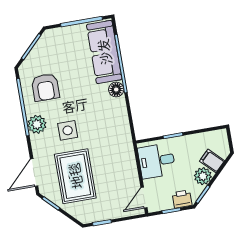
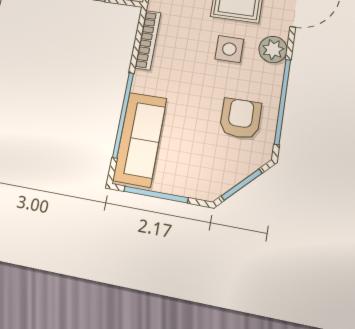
floor lamp: (116, 89) -> (143, 82), removed
bookcase: (123, 119) -> (148, 40), added
plant: (37, 124) -> (273, 49), moved

